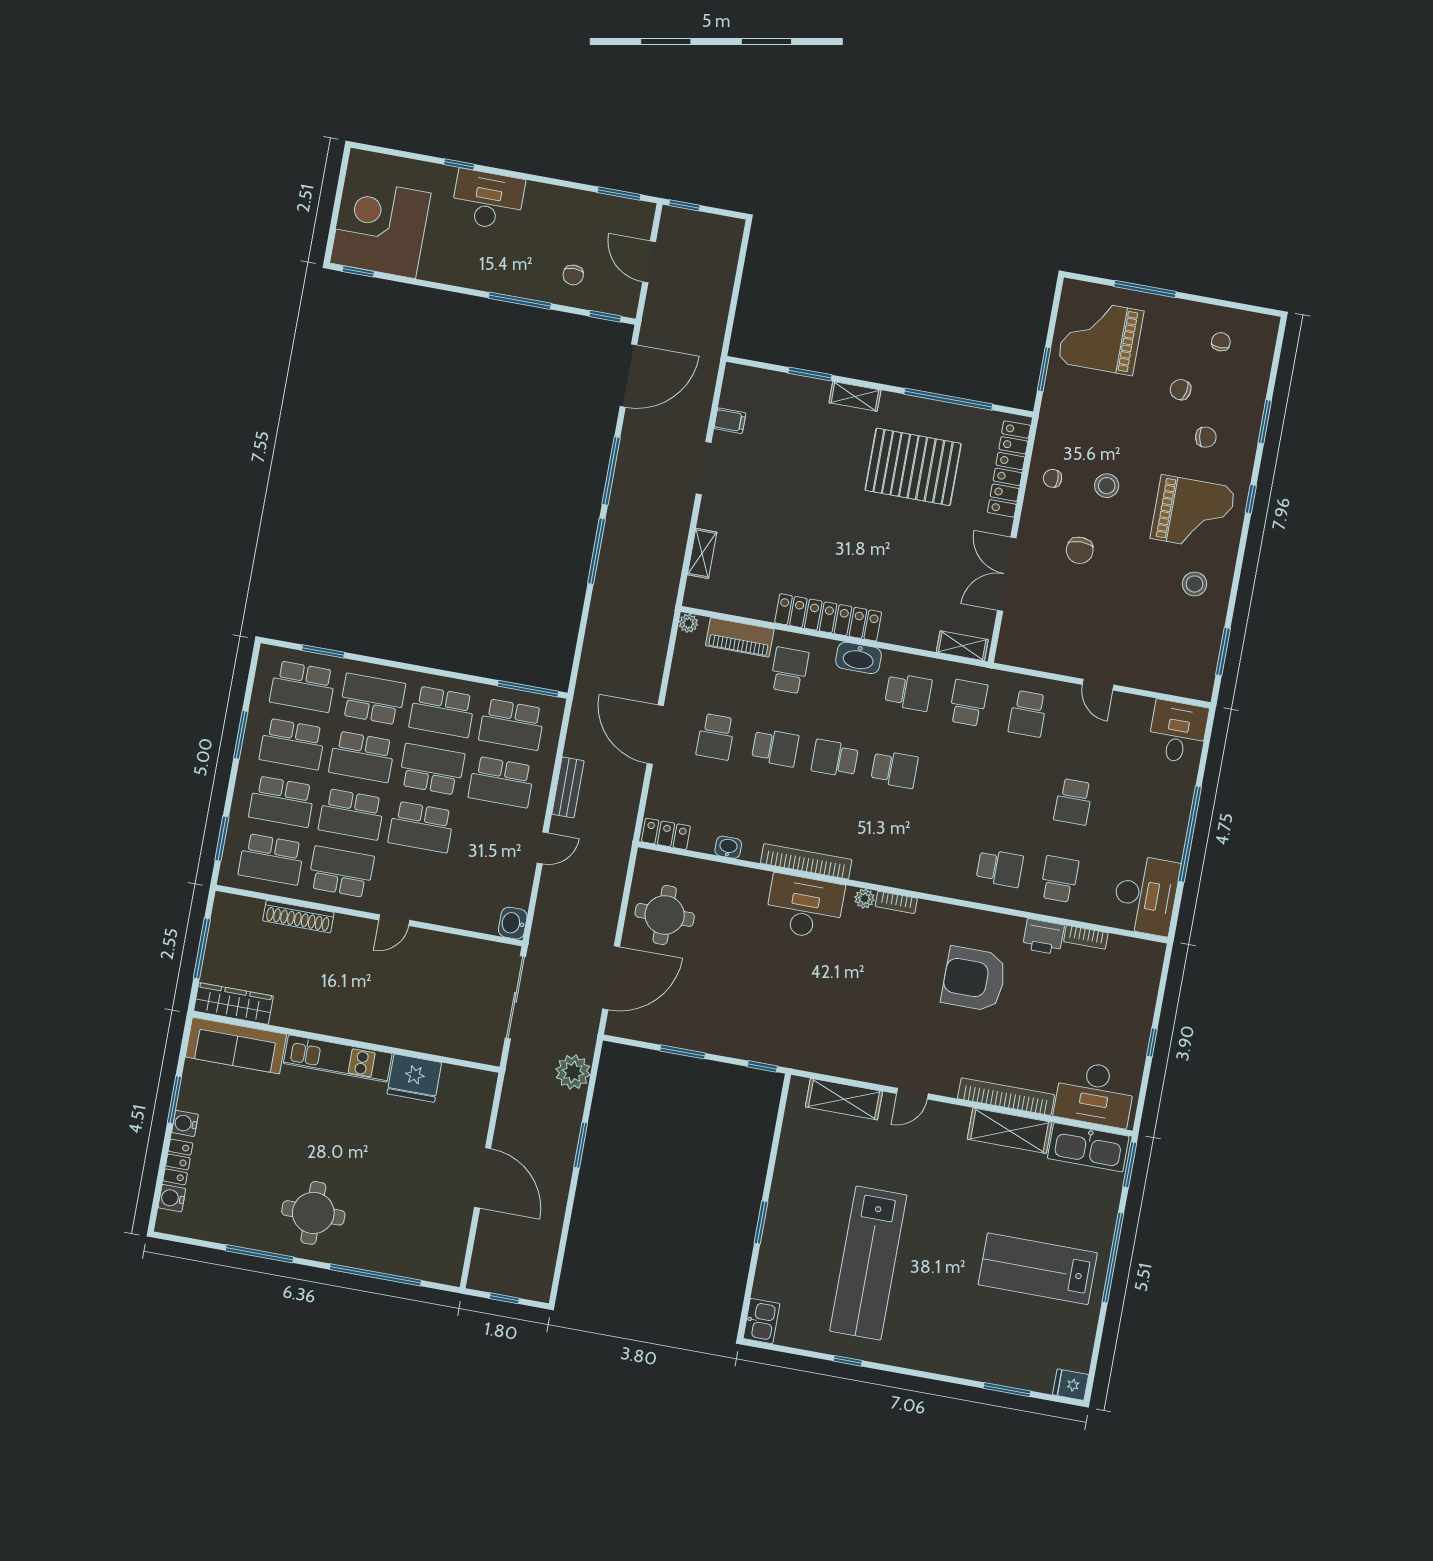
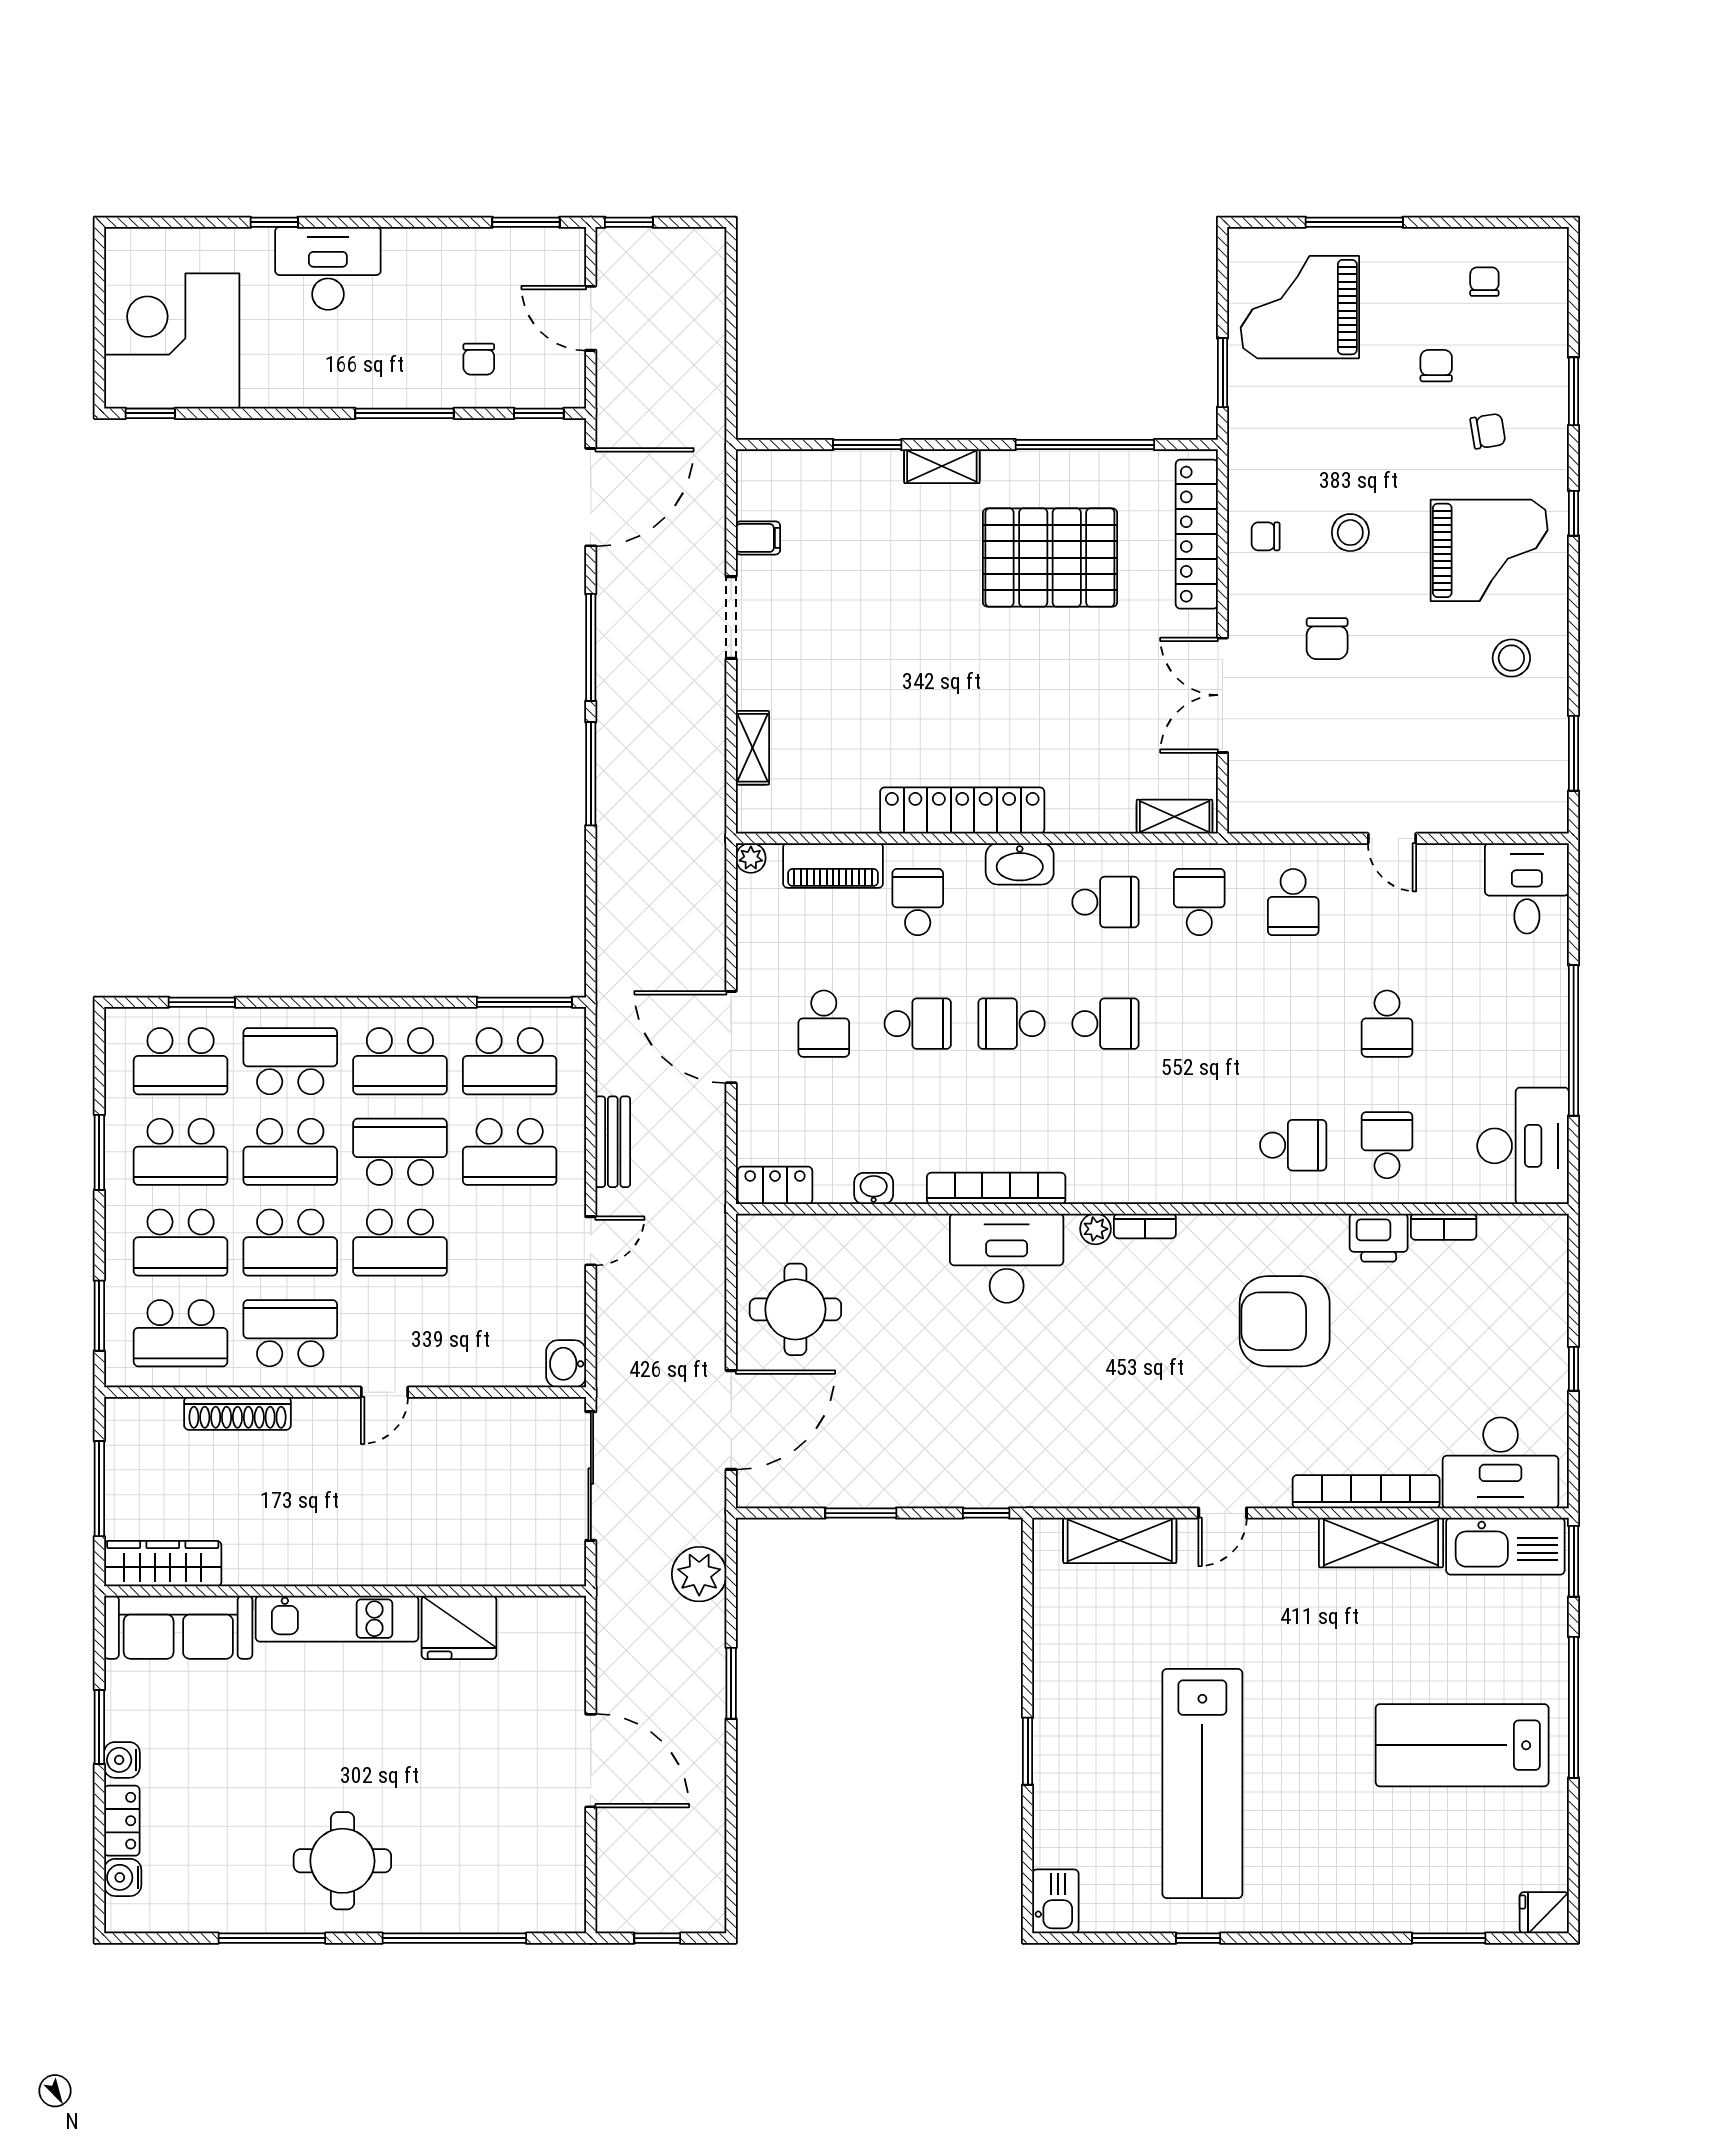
chair: (1181, 390) -> (1436, 366), turned 79

